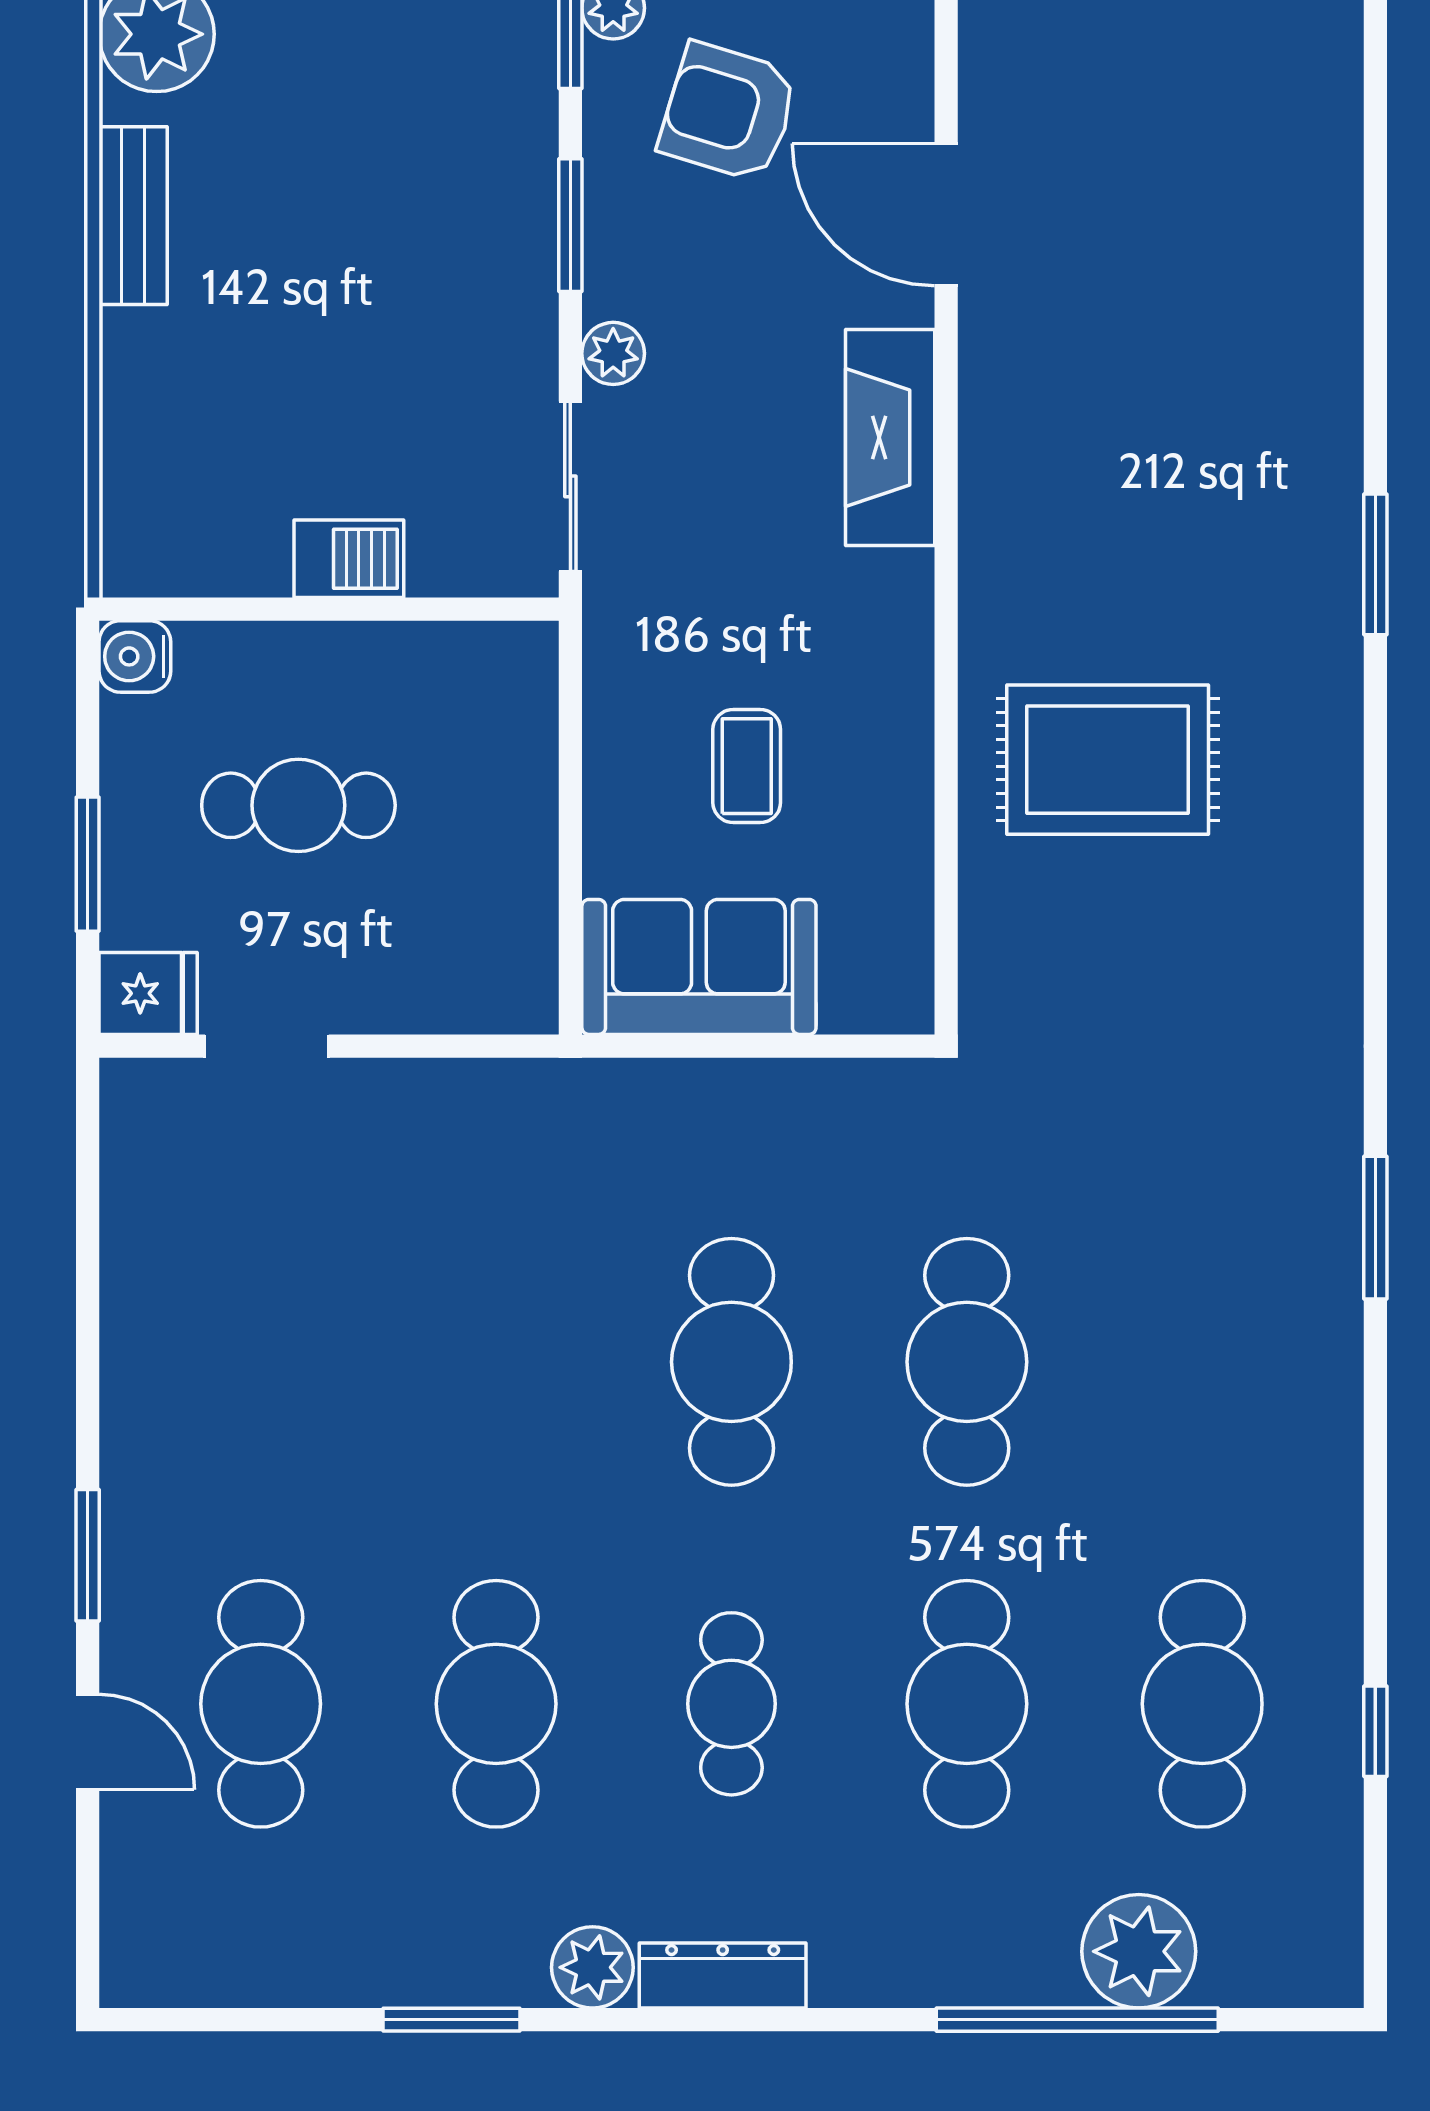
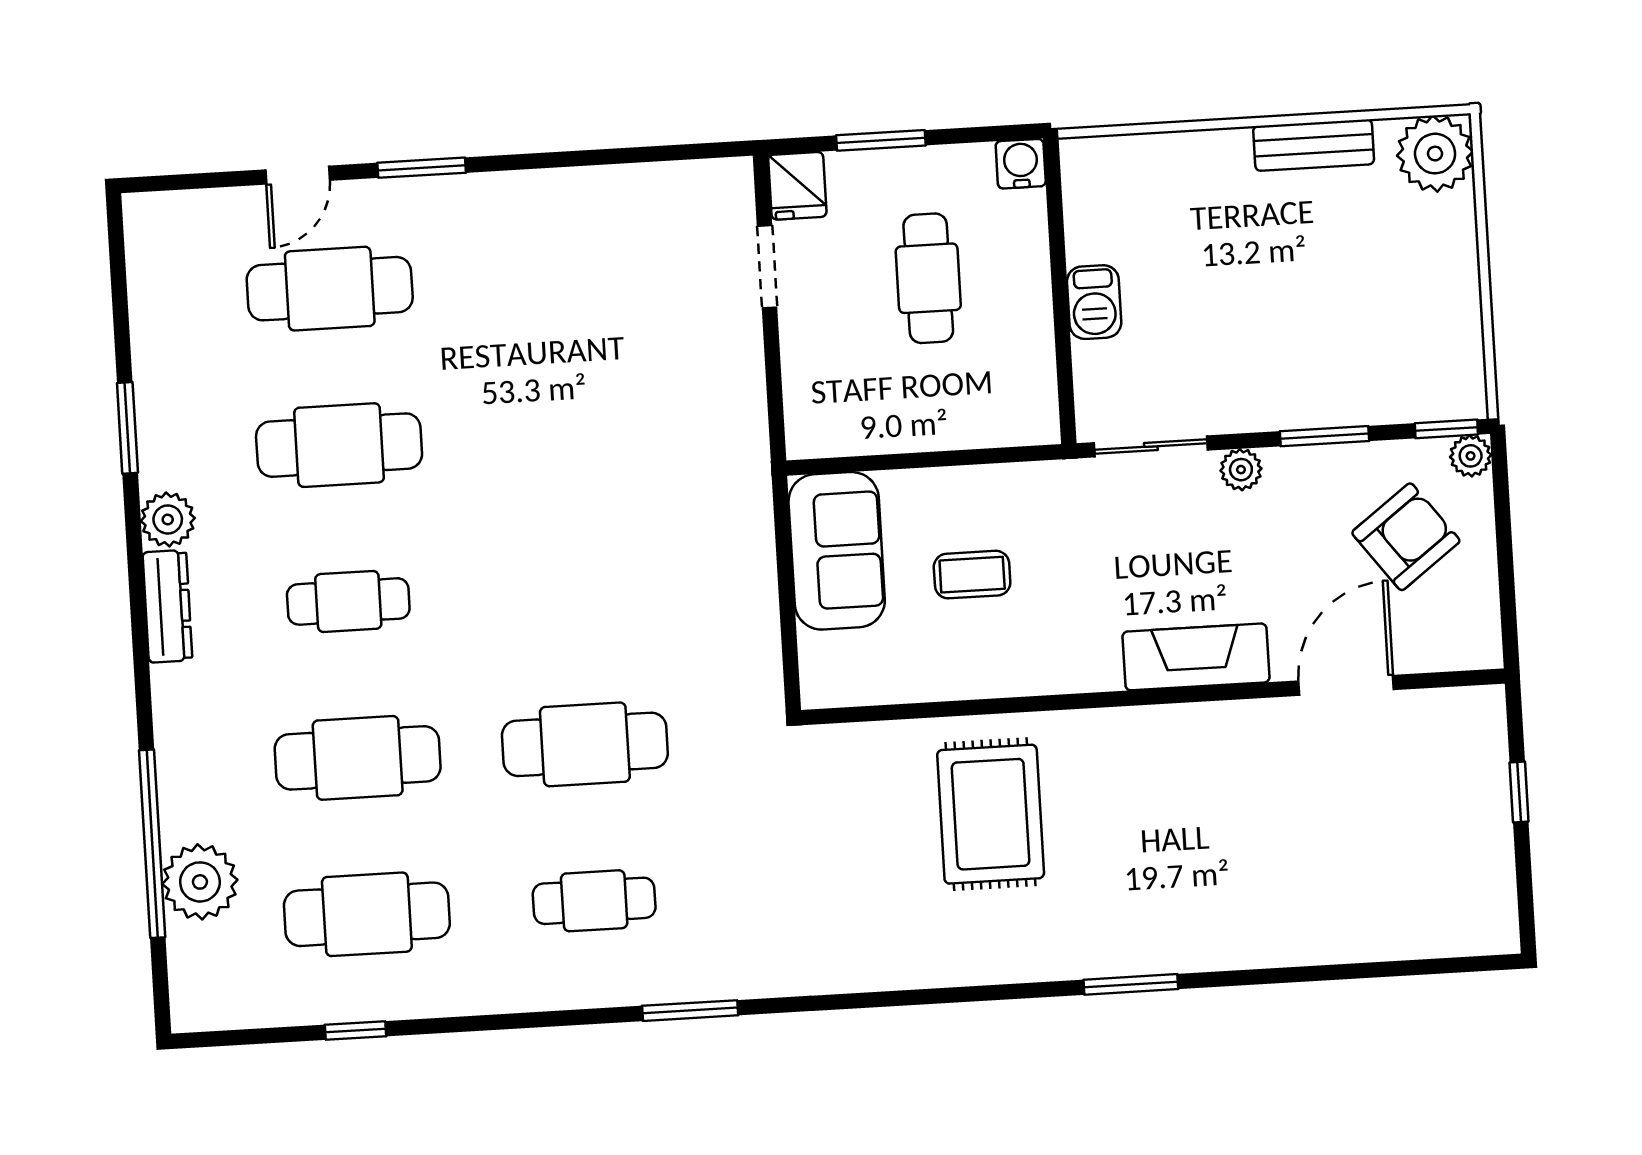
armchair: (729, 112) -> (1406, 537), turned 36
cafe table: (731, 1362) -> (594, 901), moved, width x0.73, depth x0.74

